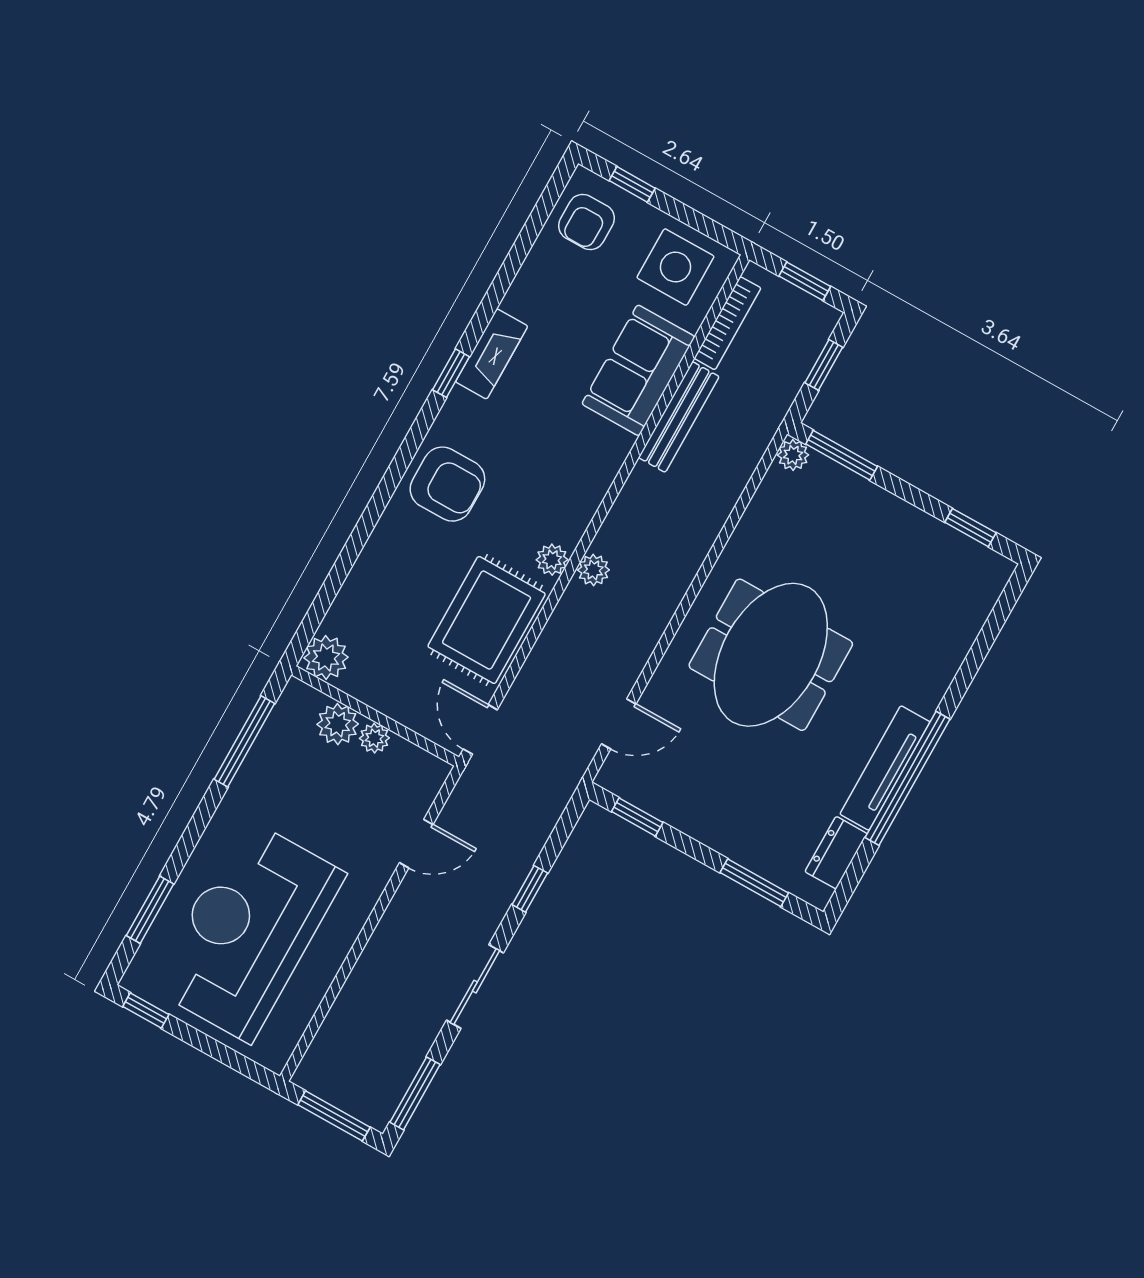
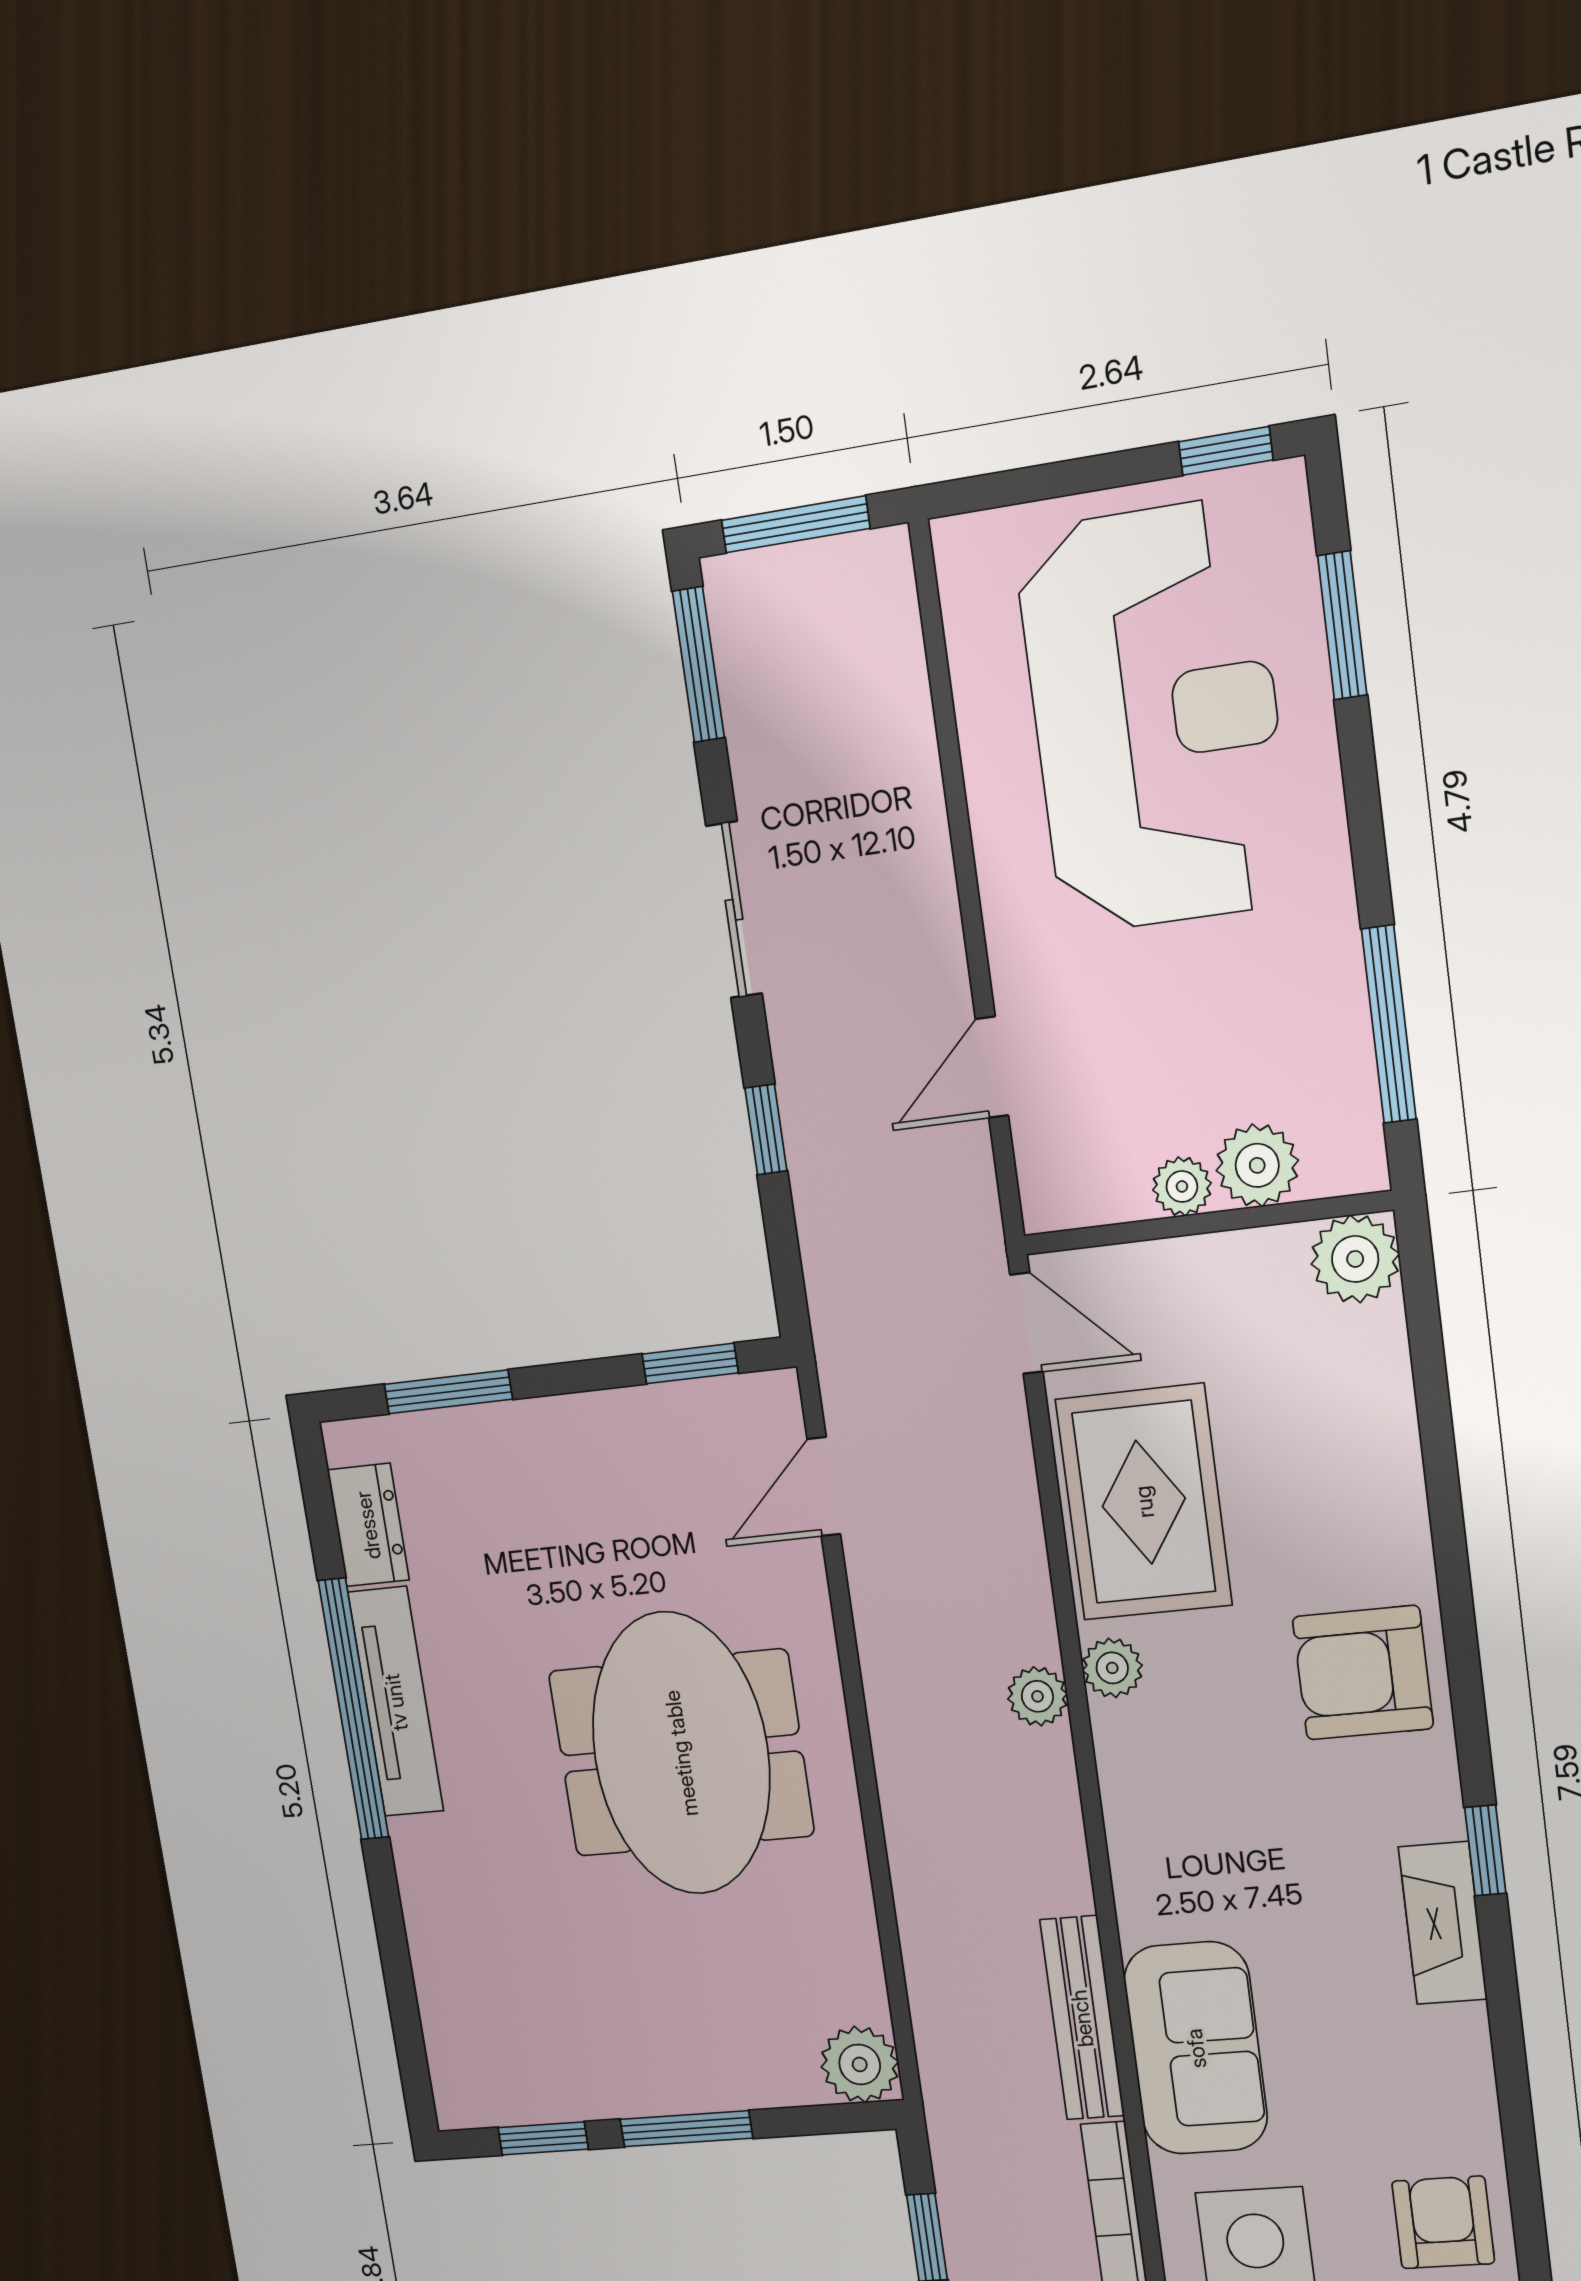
plant: (793, 455) -> (860, 2064), width x1.38, depth x1.38
window: (842, 455) -> (686, 2129), moved

